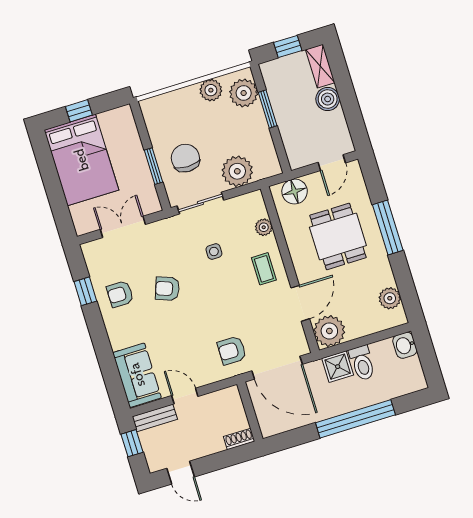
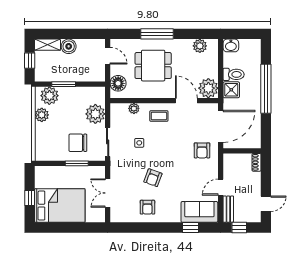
window: (85, 291) -> (190, 227), moved

